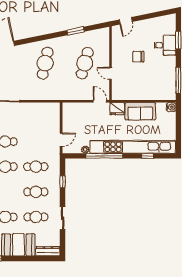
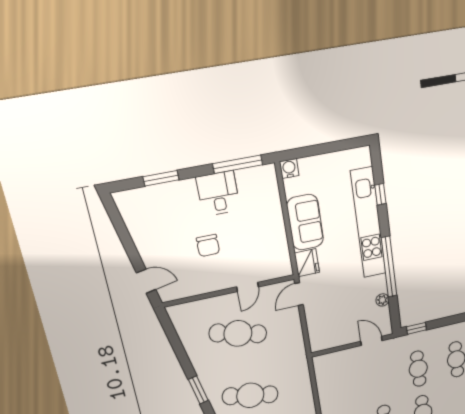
window: (76, 31) -> (198, 390), moved
desk: (165, 45) -> (218, 193), moved
kitchen unit: (133, 147) -> (368, 223), width x0.73
window: (63, 182) -> (416, 328), moved

